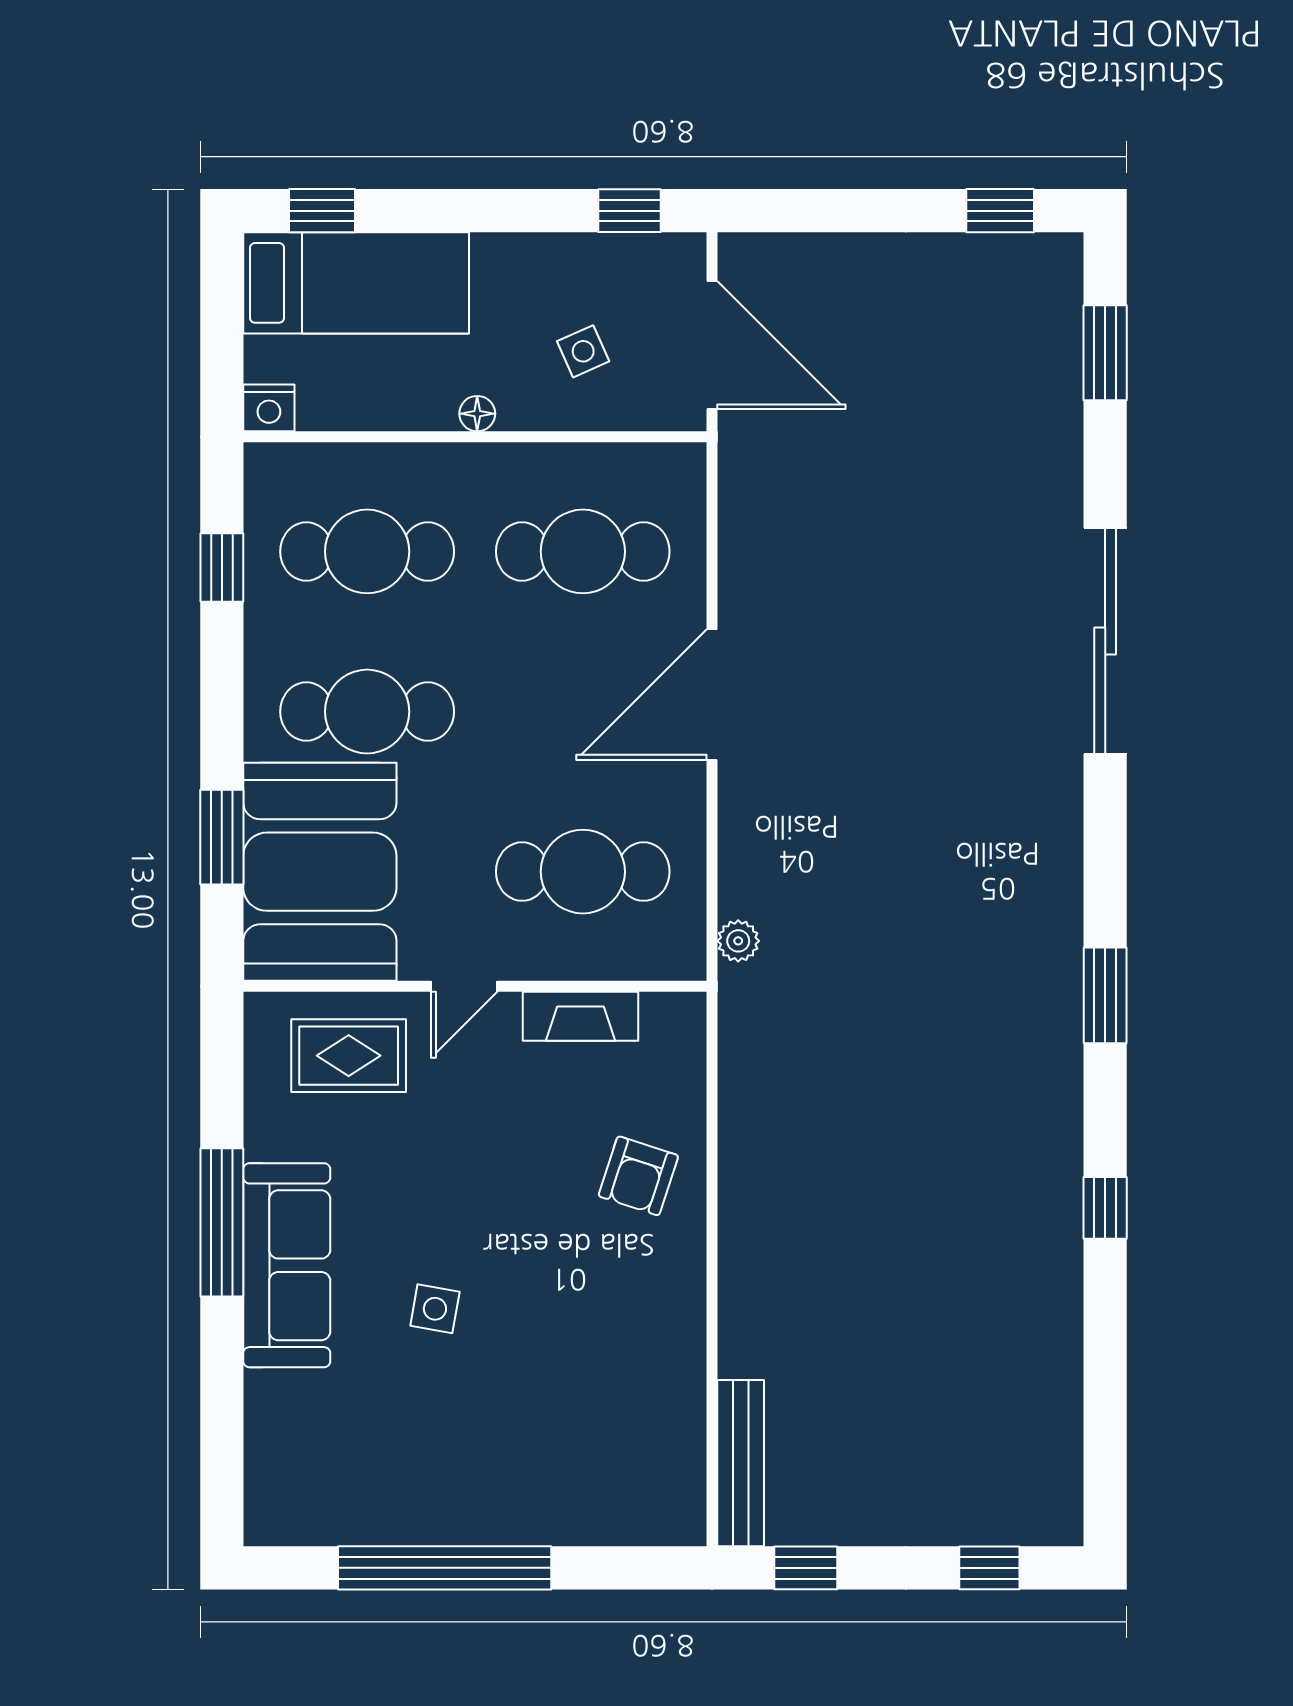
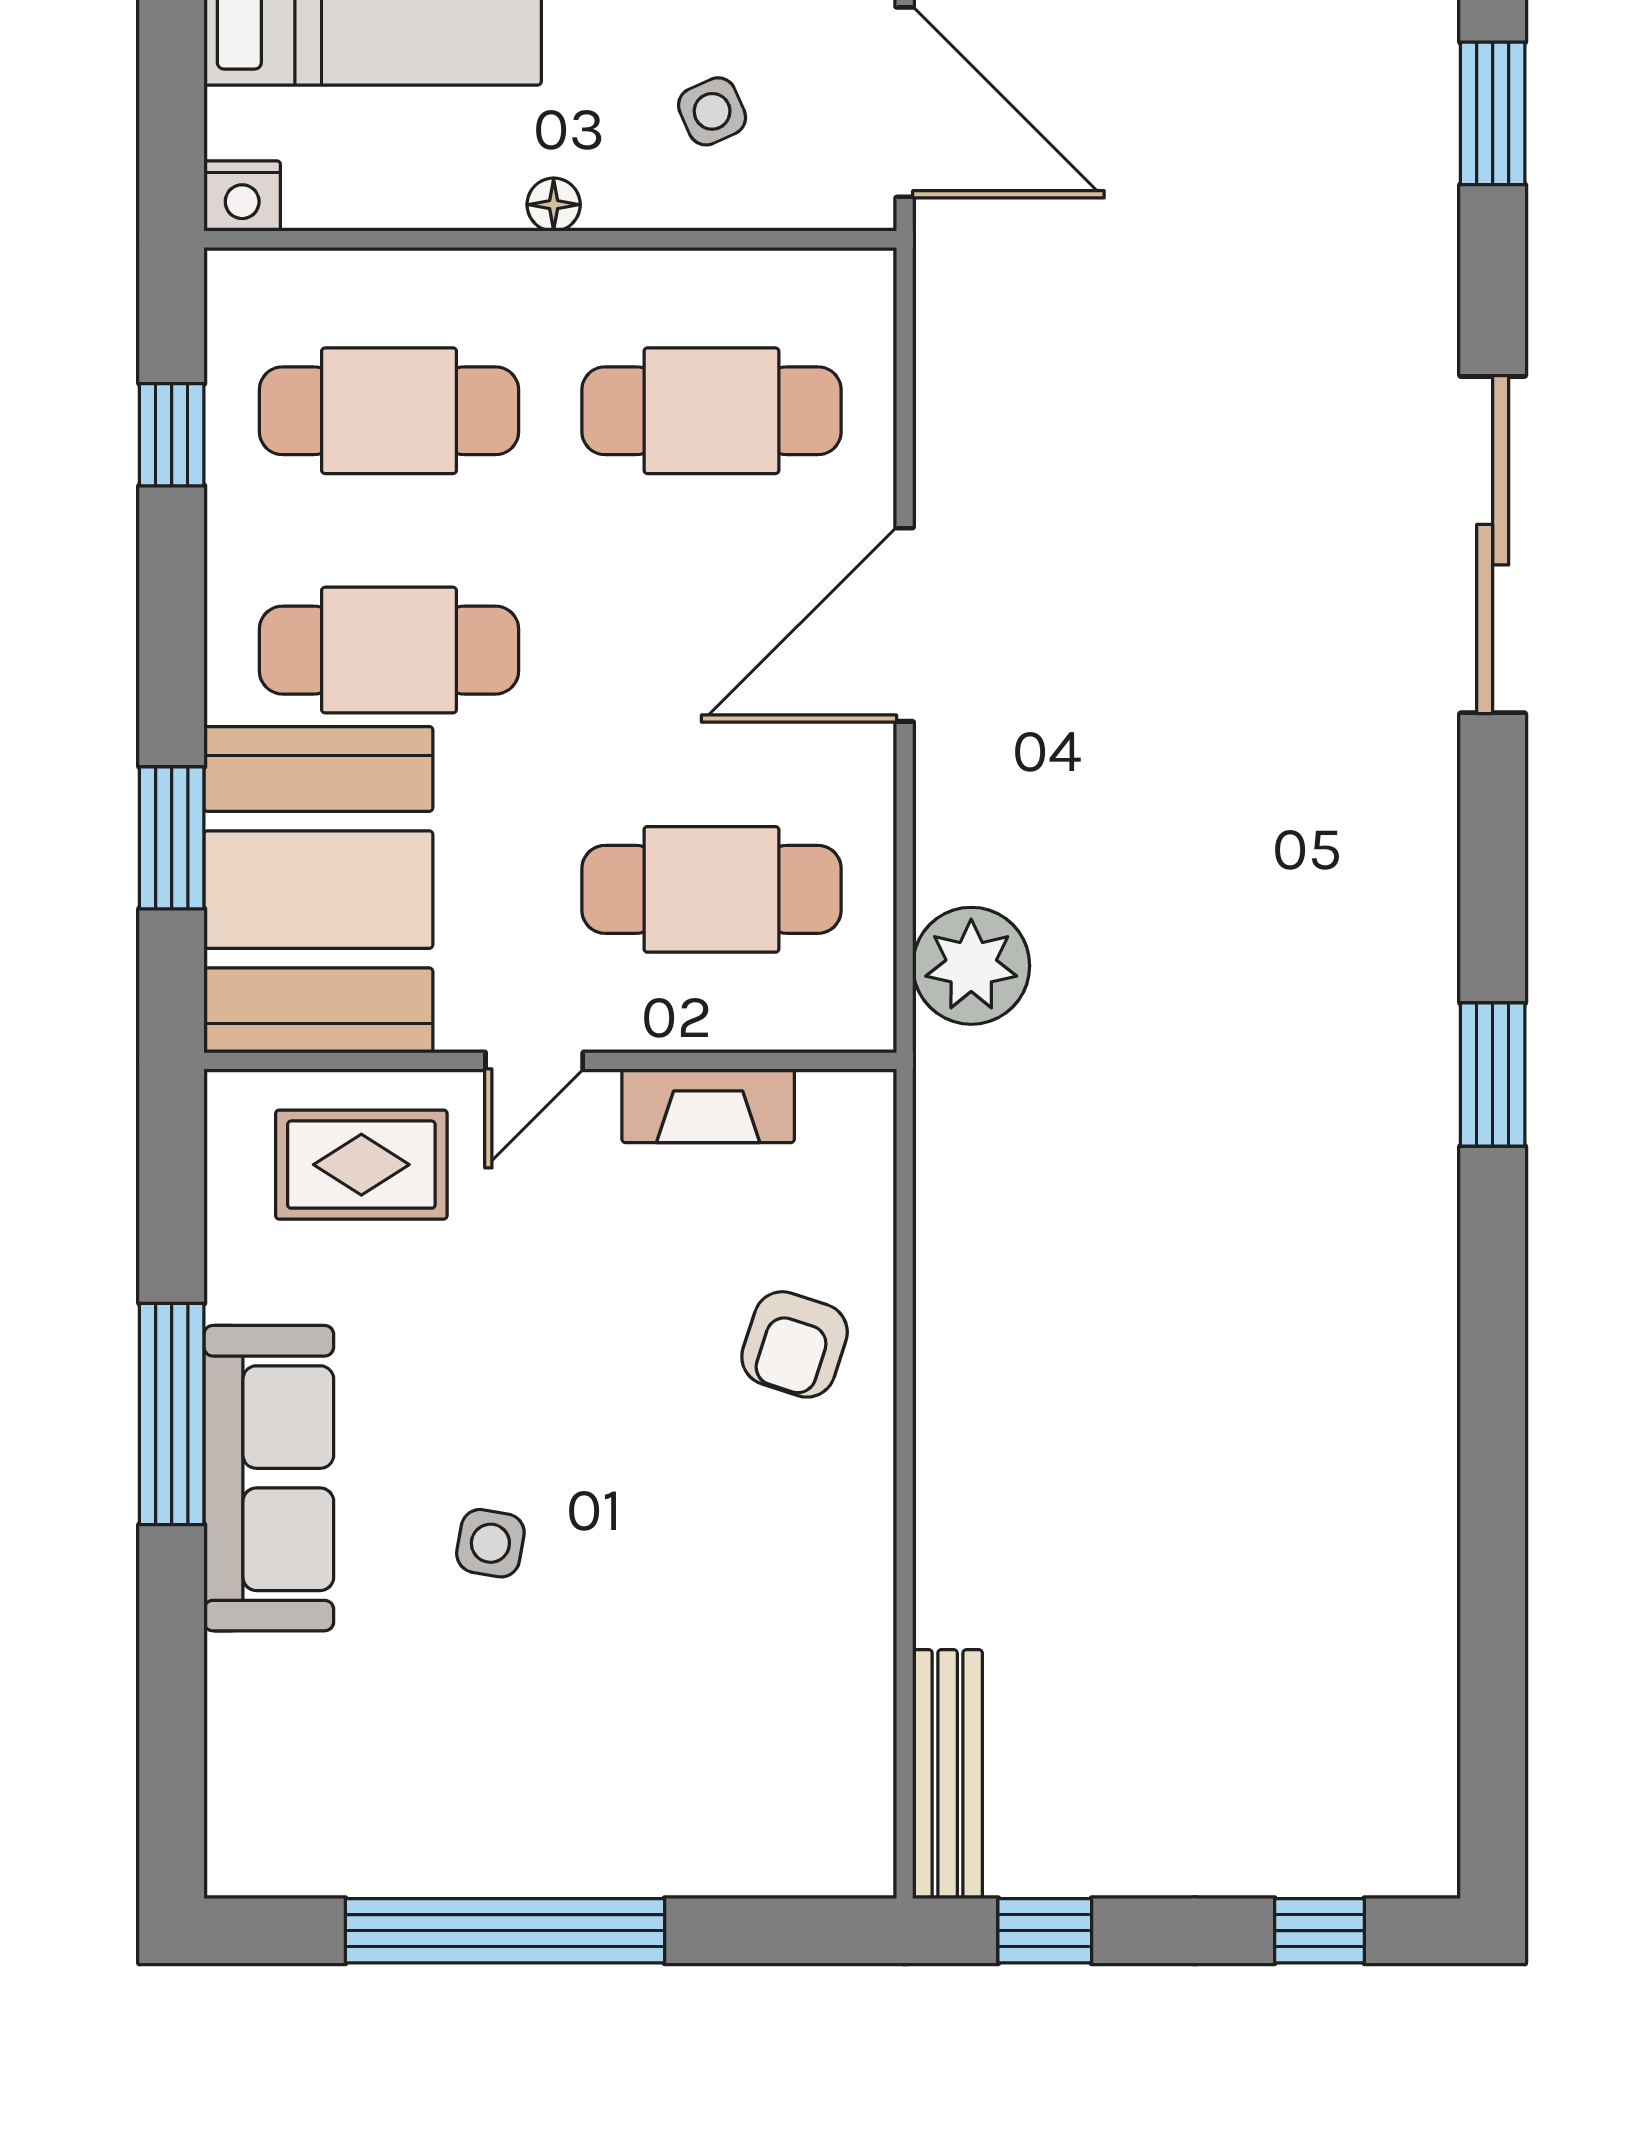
plant: (738, 941) -> (971, 966), width x1.88, depth x1.88
window: (1105, 1208) -> (1493, 1392), removed

